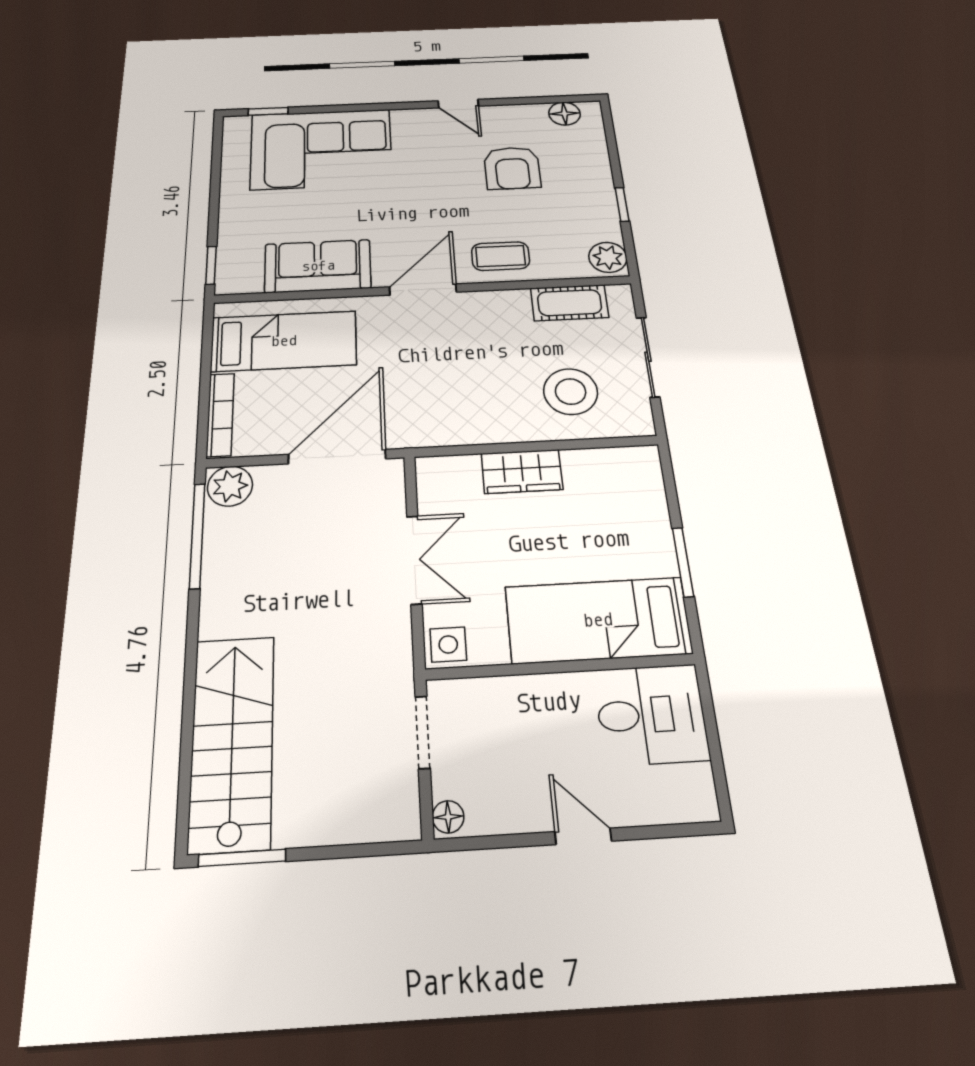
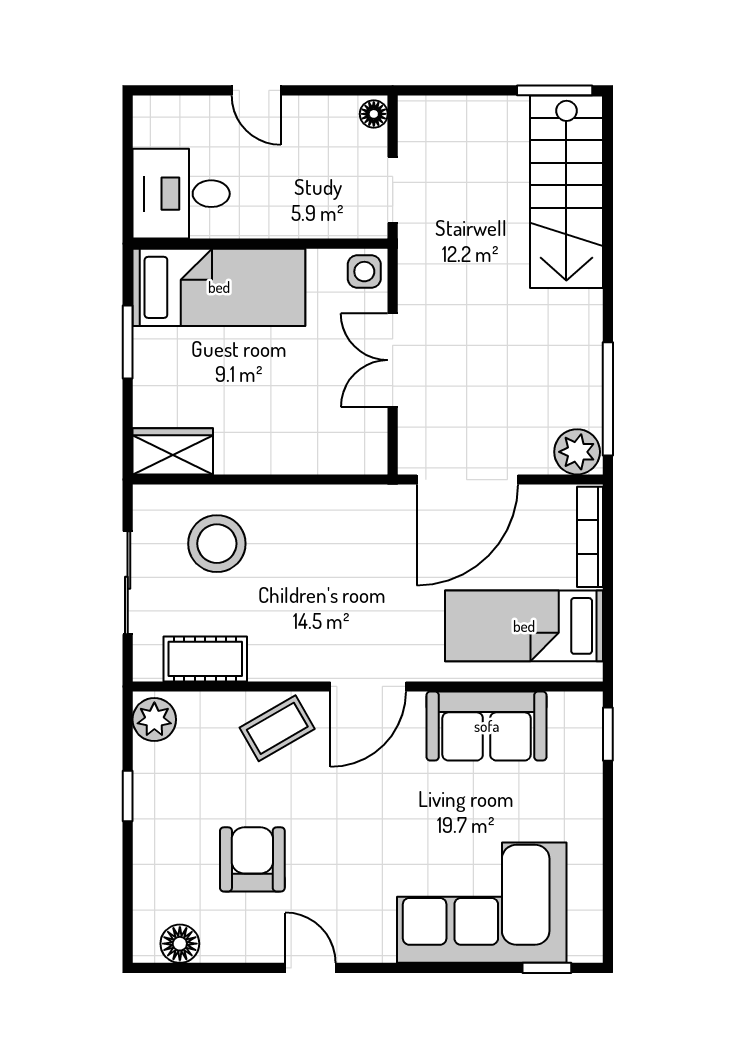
coffee table: (500, 256) -> (277, 728), turned -30
wardrobe: (522, 471) -> (173, 451), moved

